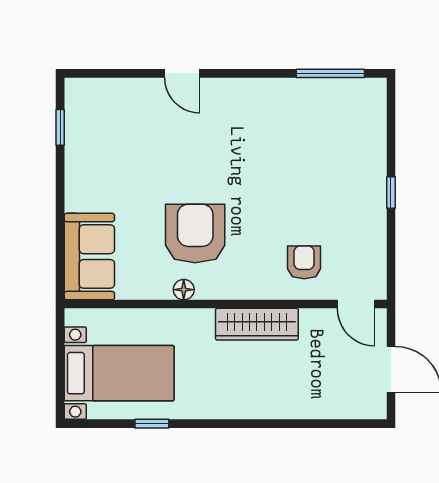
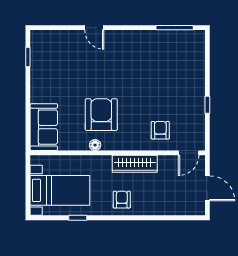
window: (391, 192) -> (207, 105), moved
door: (356, 304) -> (189, 153), hinge flipped
armchair: (233, 390) -> (122, 200), added

